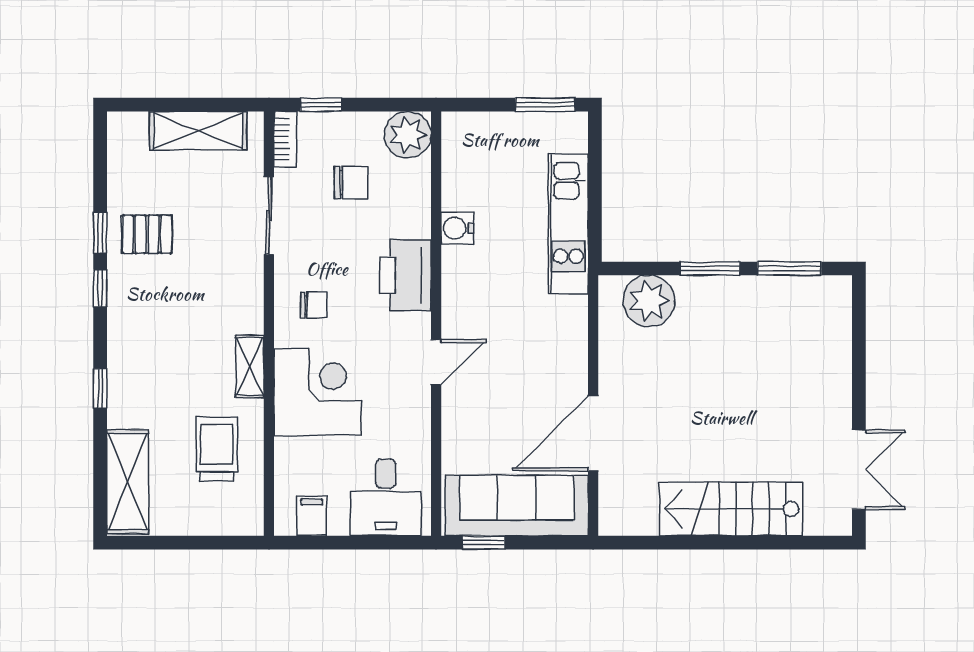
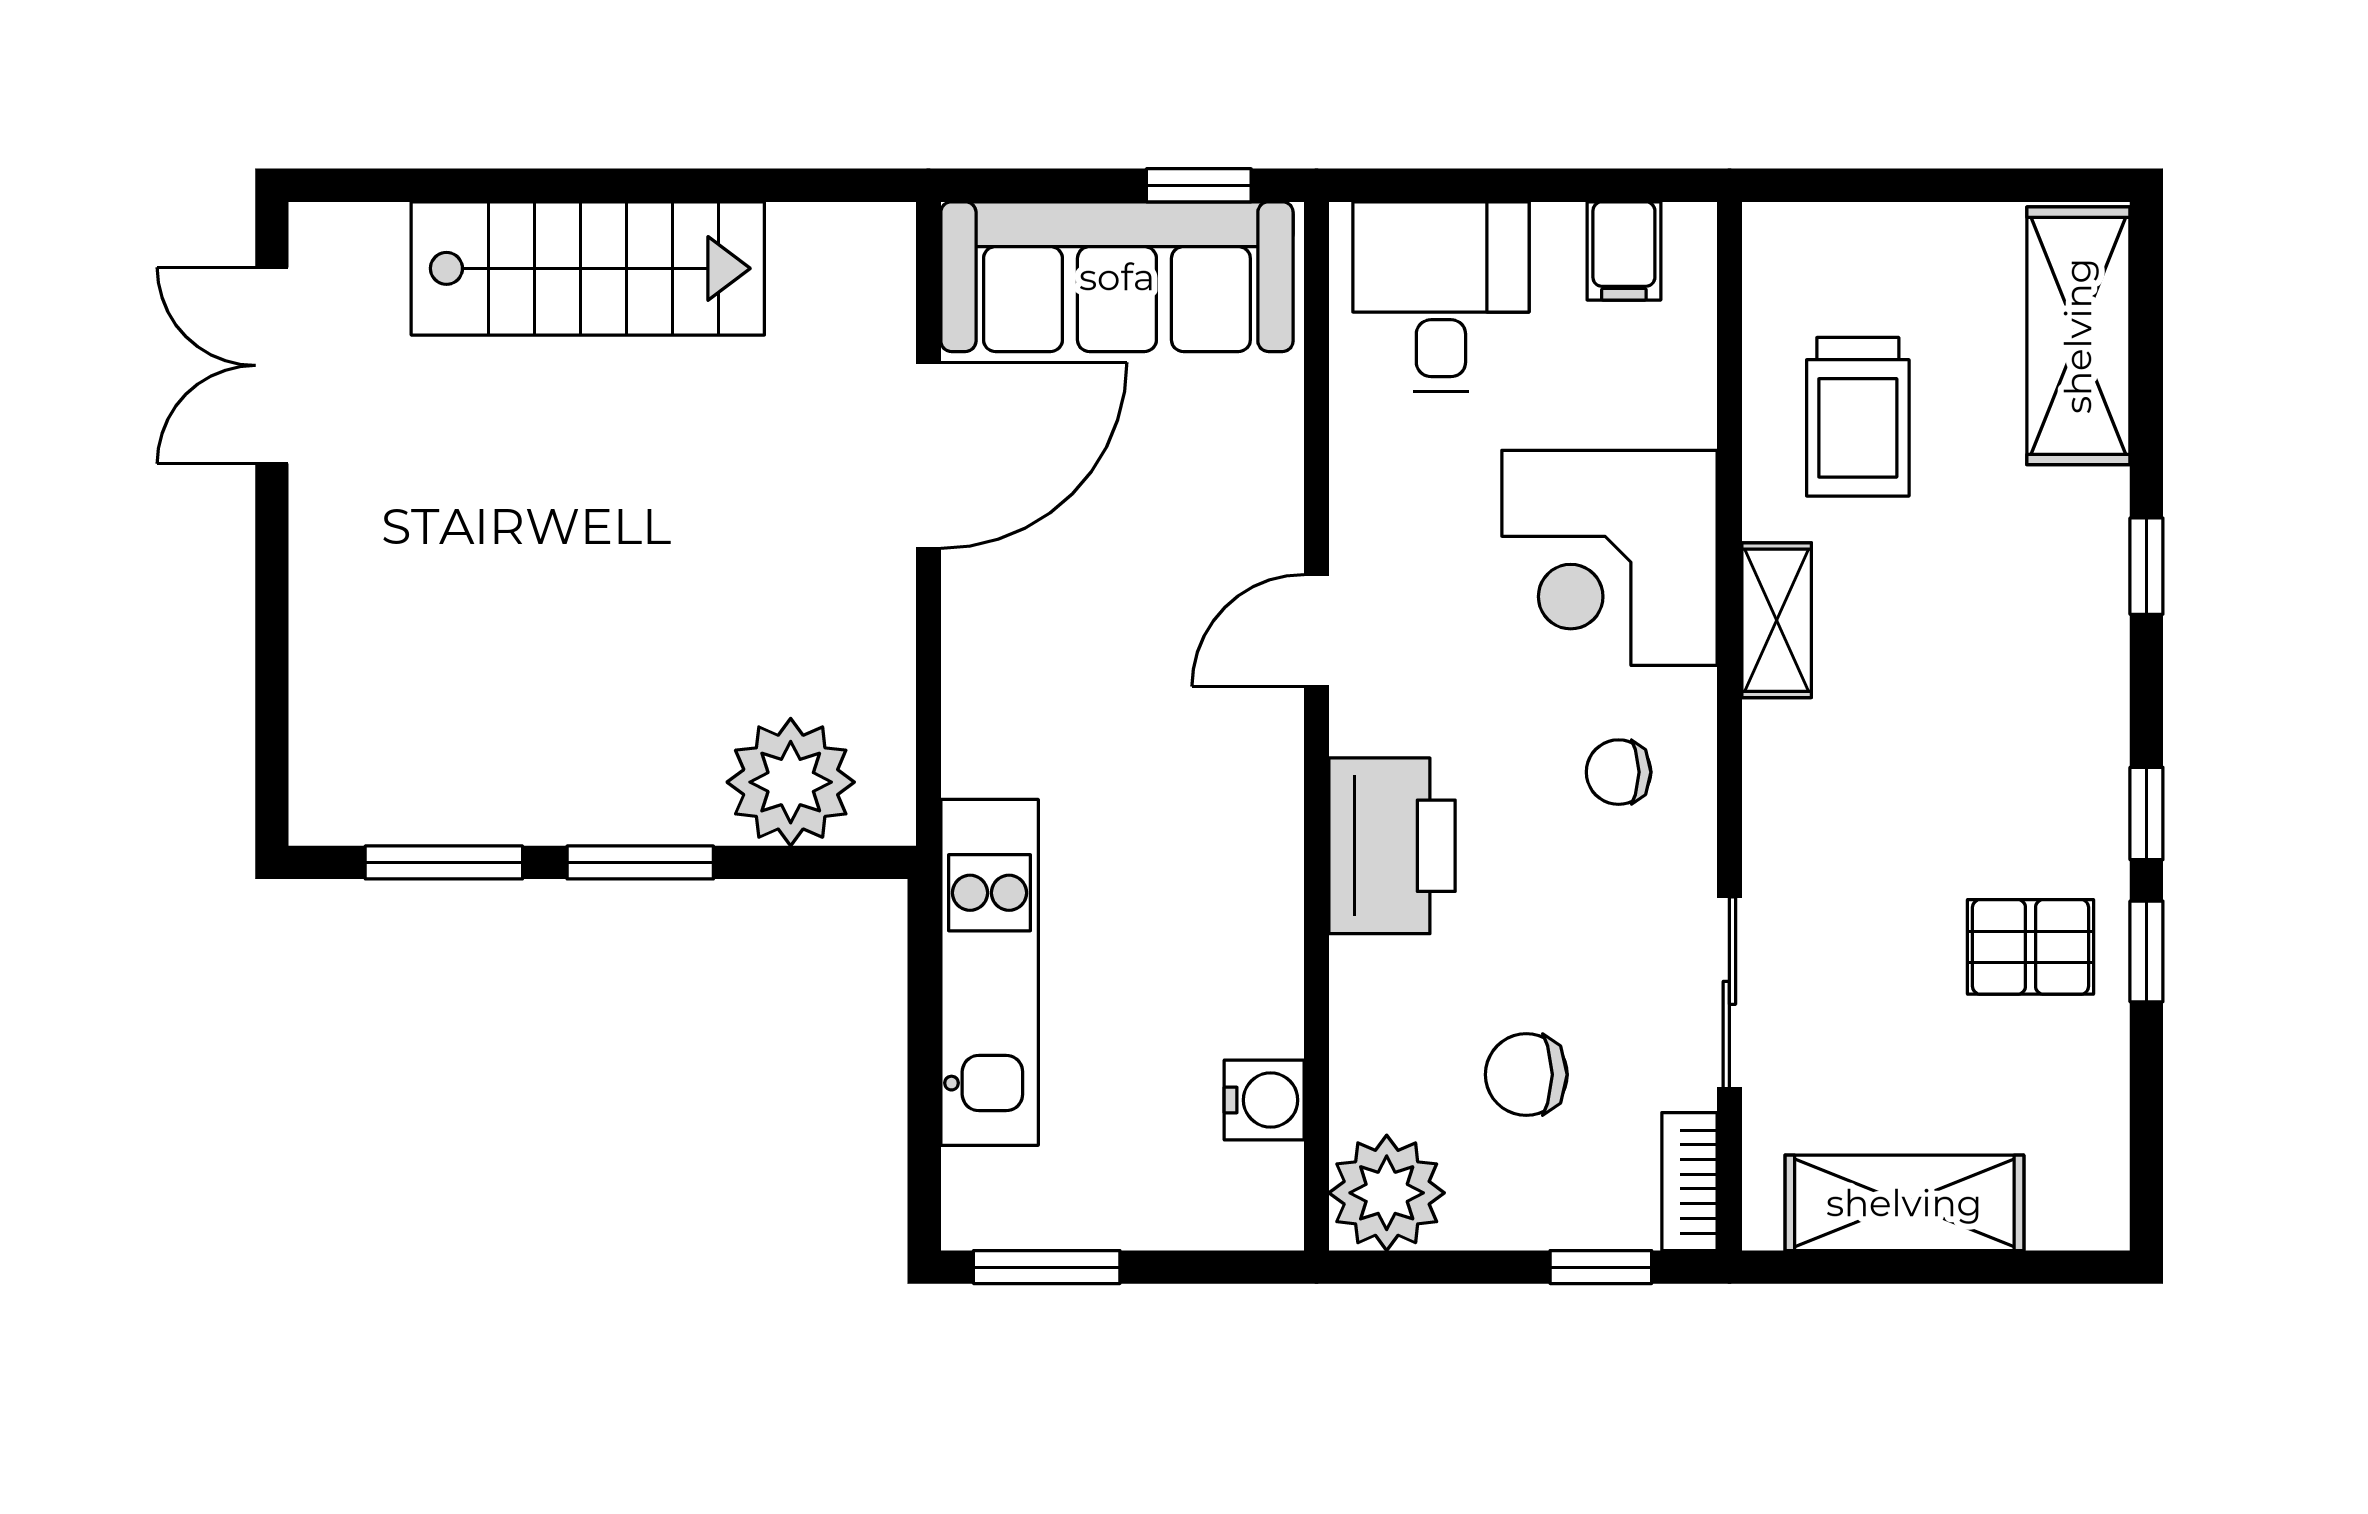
water cooler: (457, 228) -> (1264, 1100), moved

